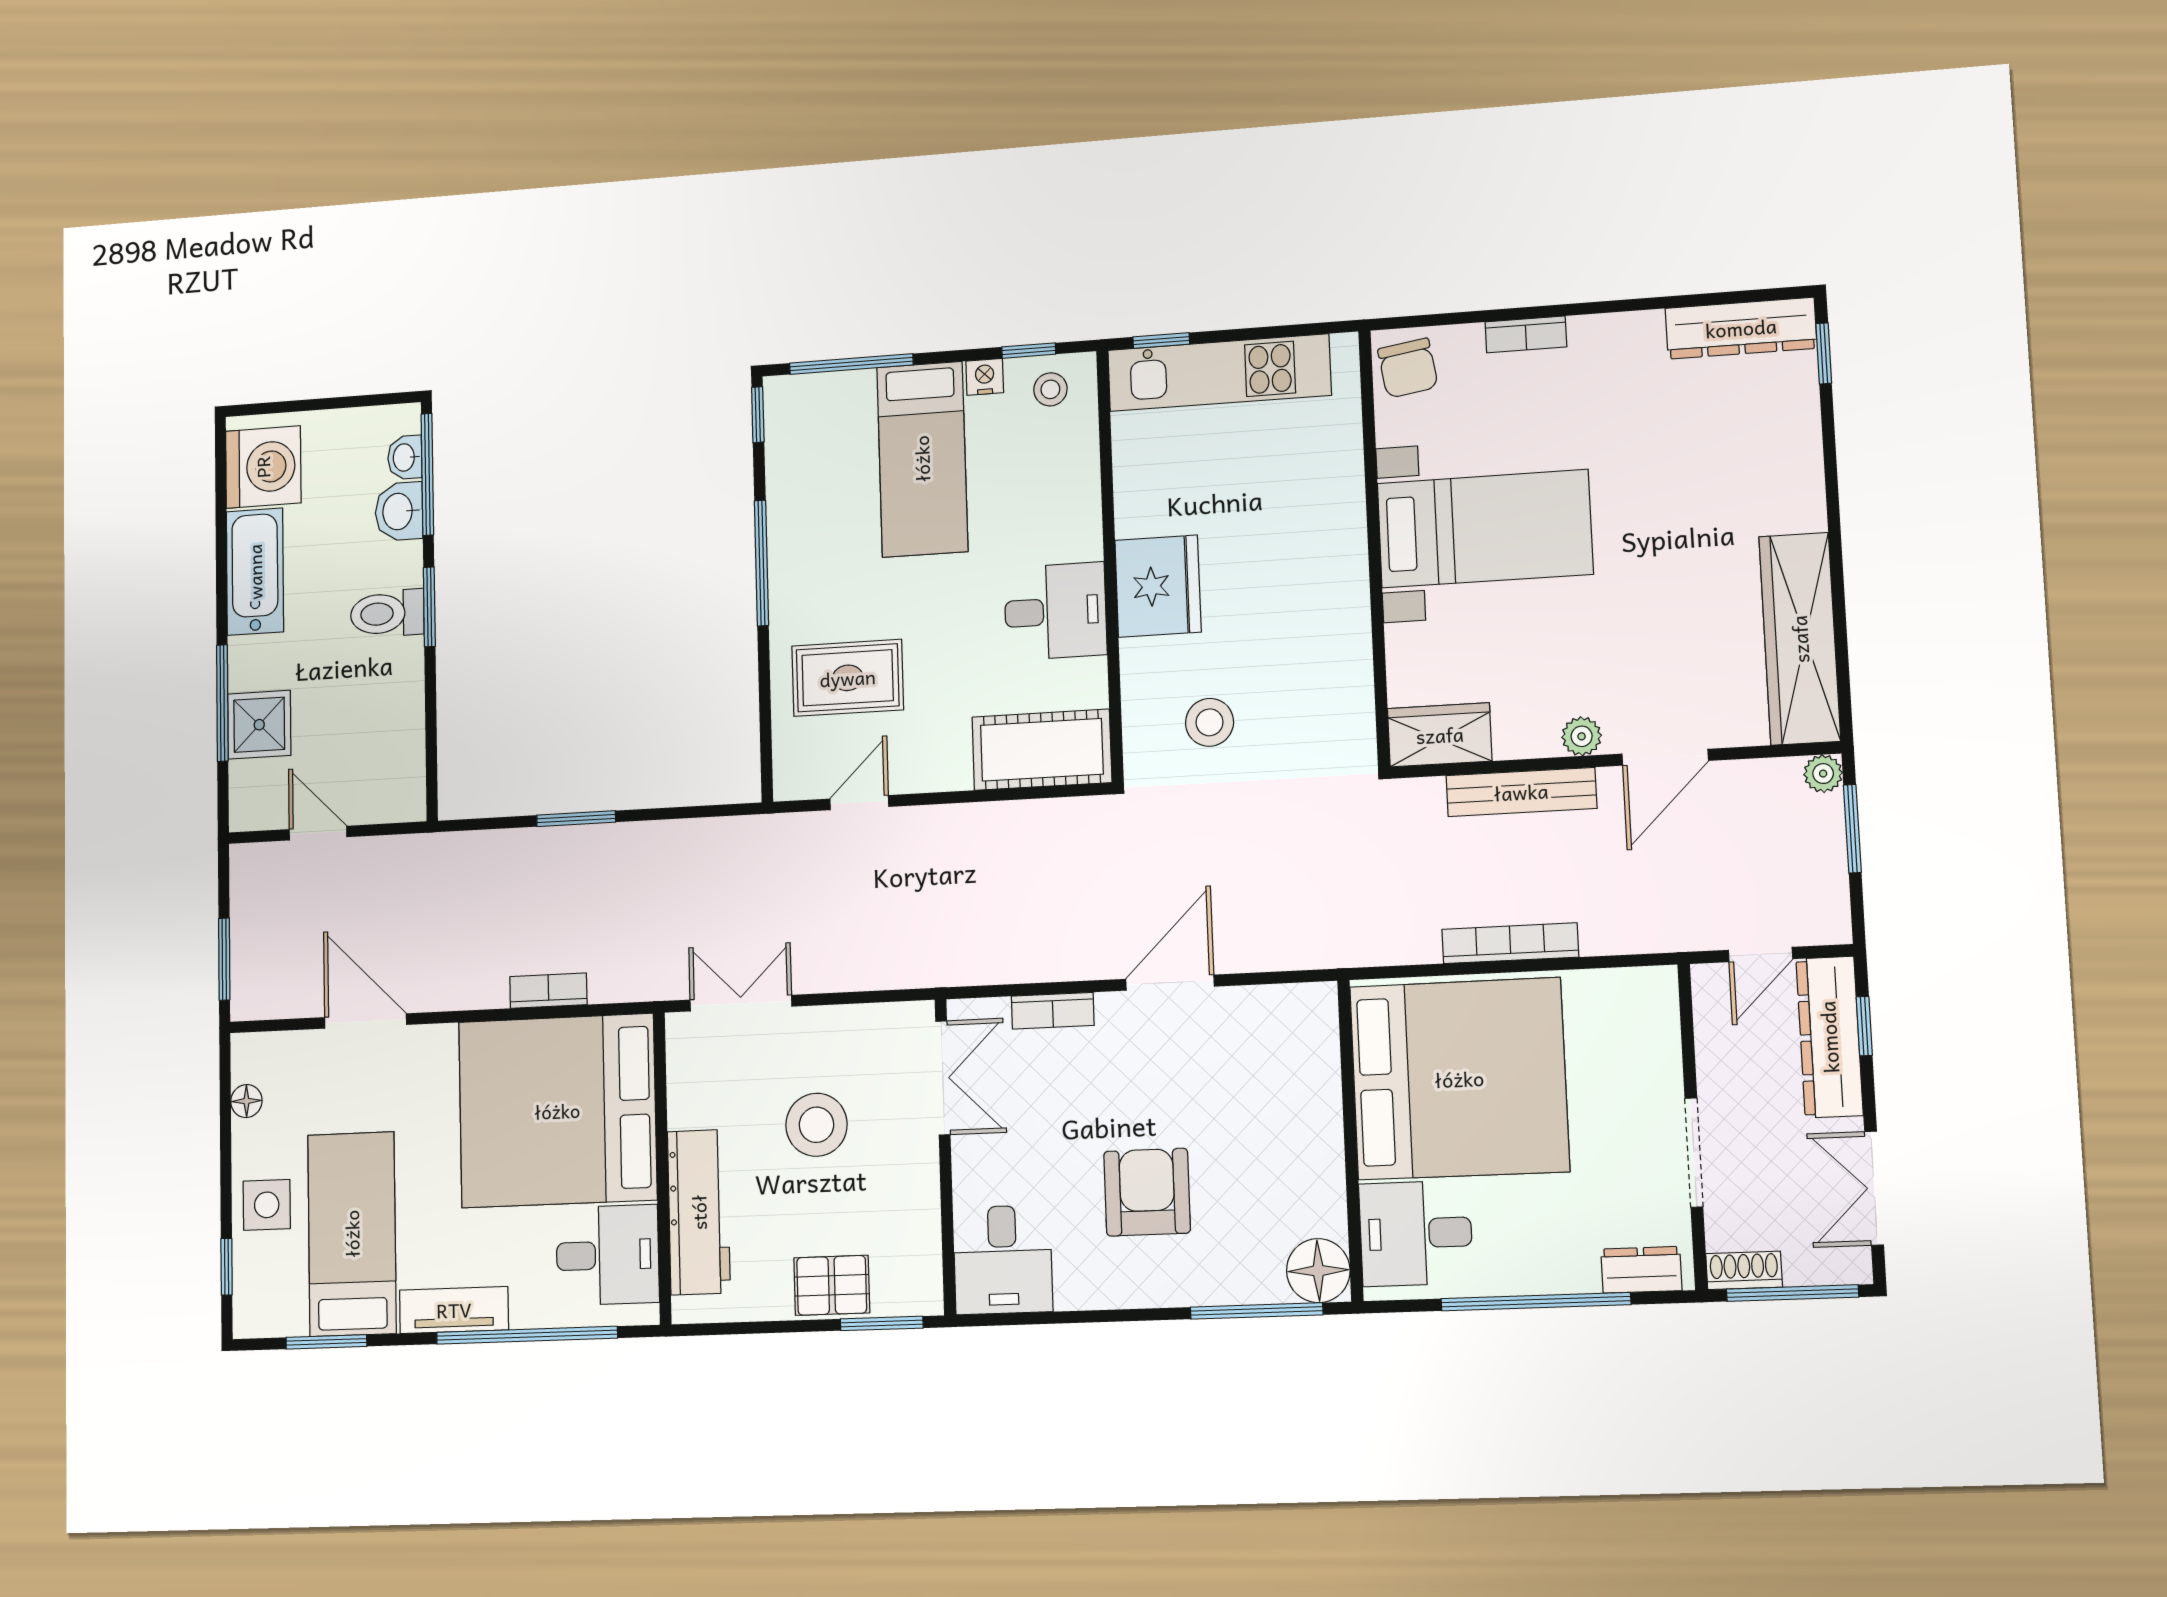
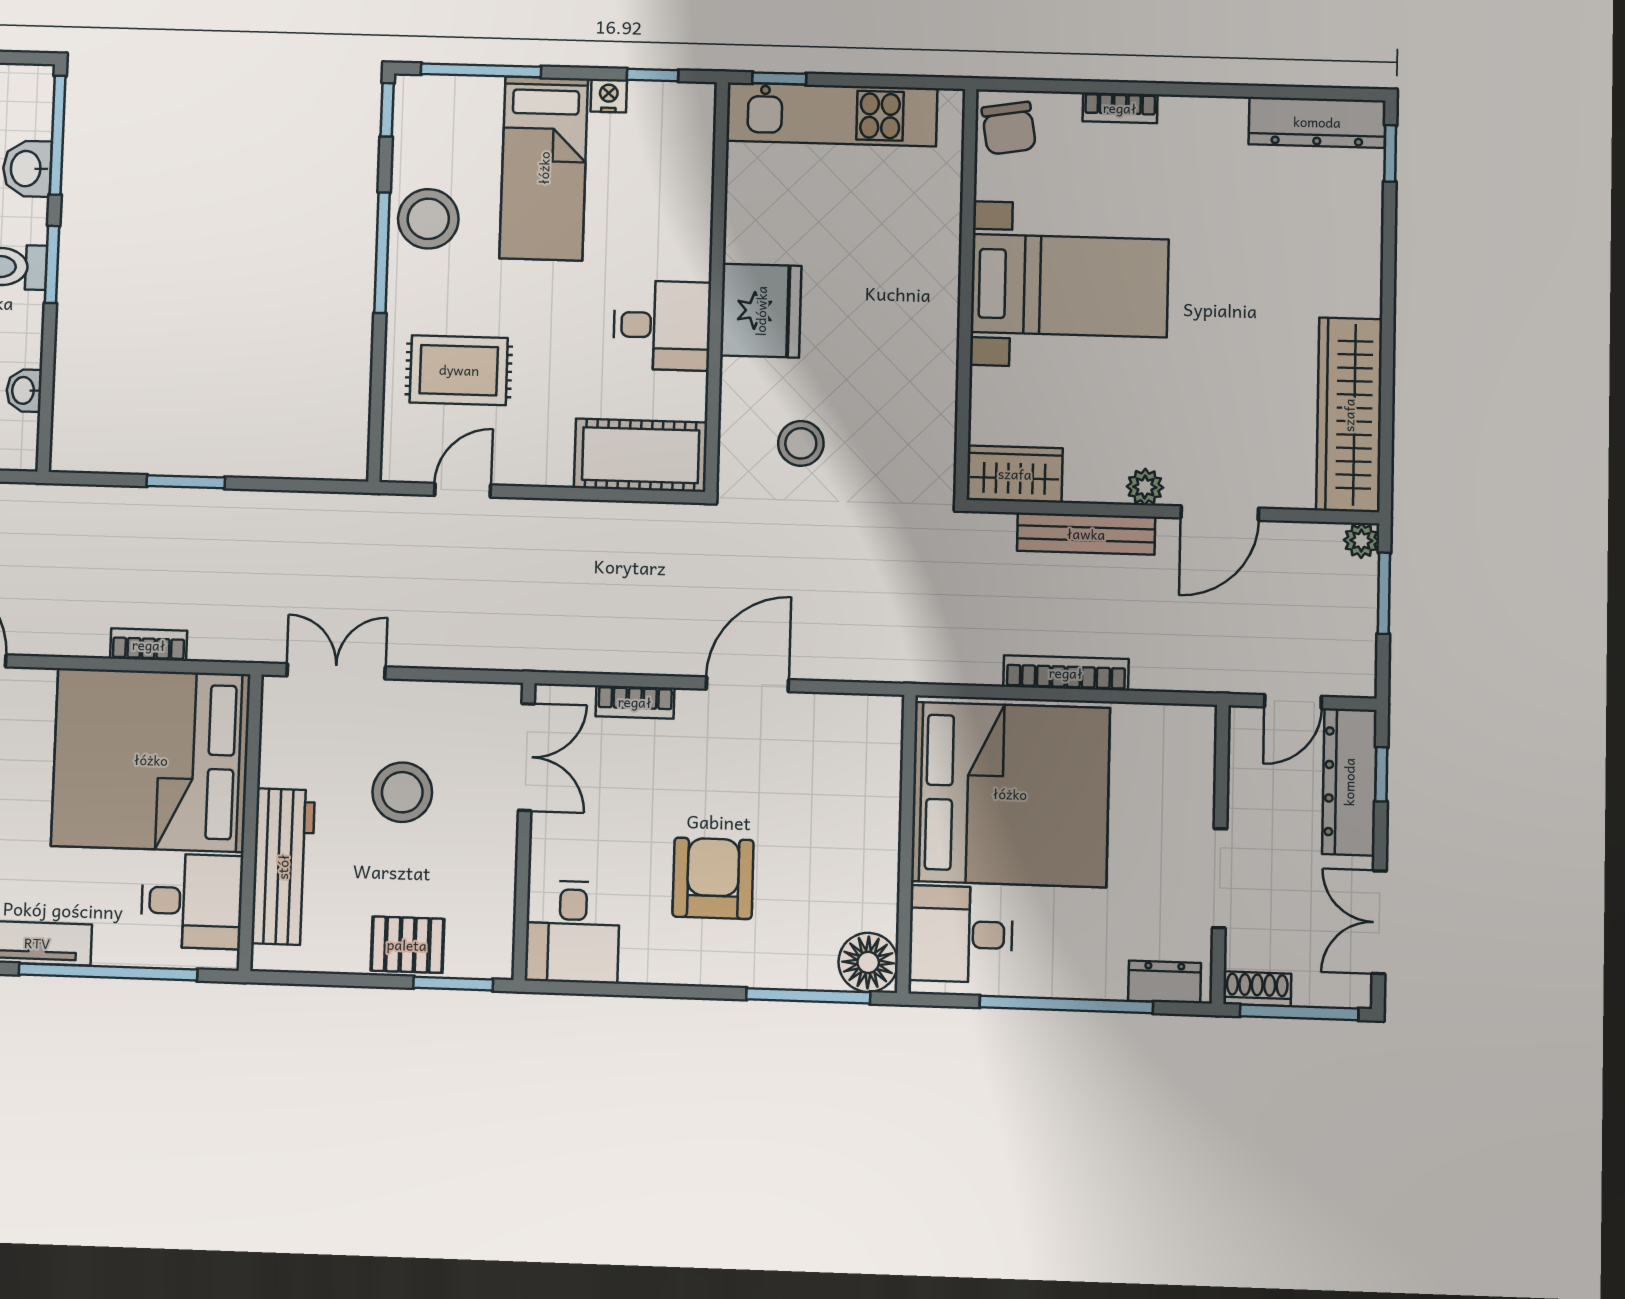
stool: (1050, 389) -> (428, 219), moved, width x1.89, depth x1.89
washbasin: (405, 457) -> (24, 390), moved

